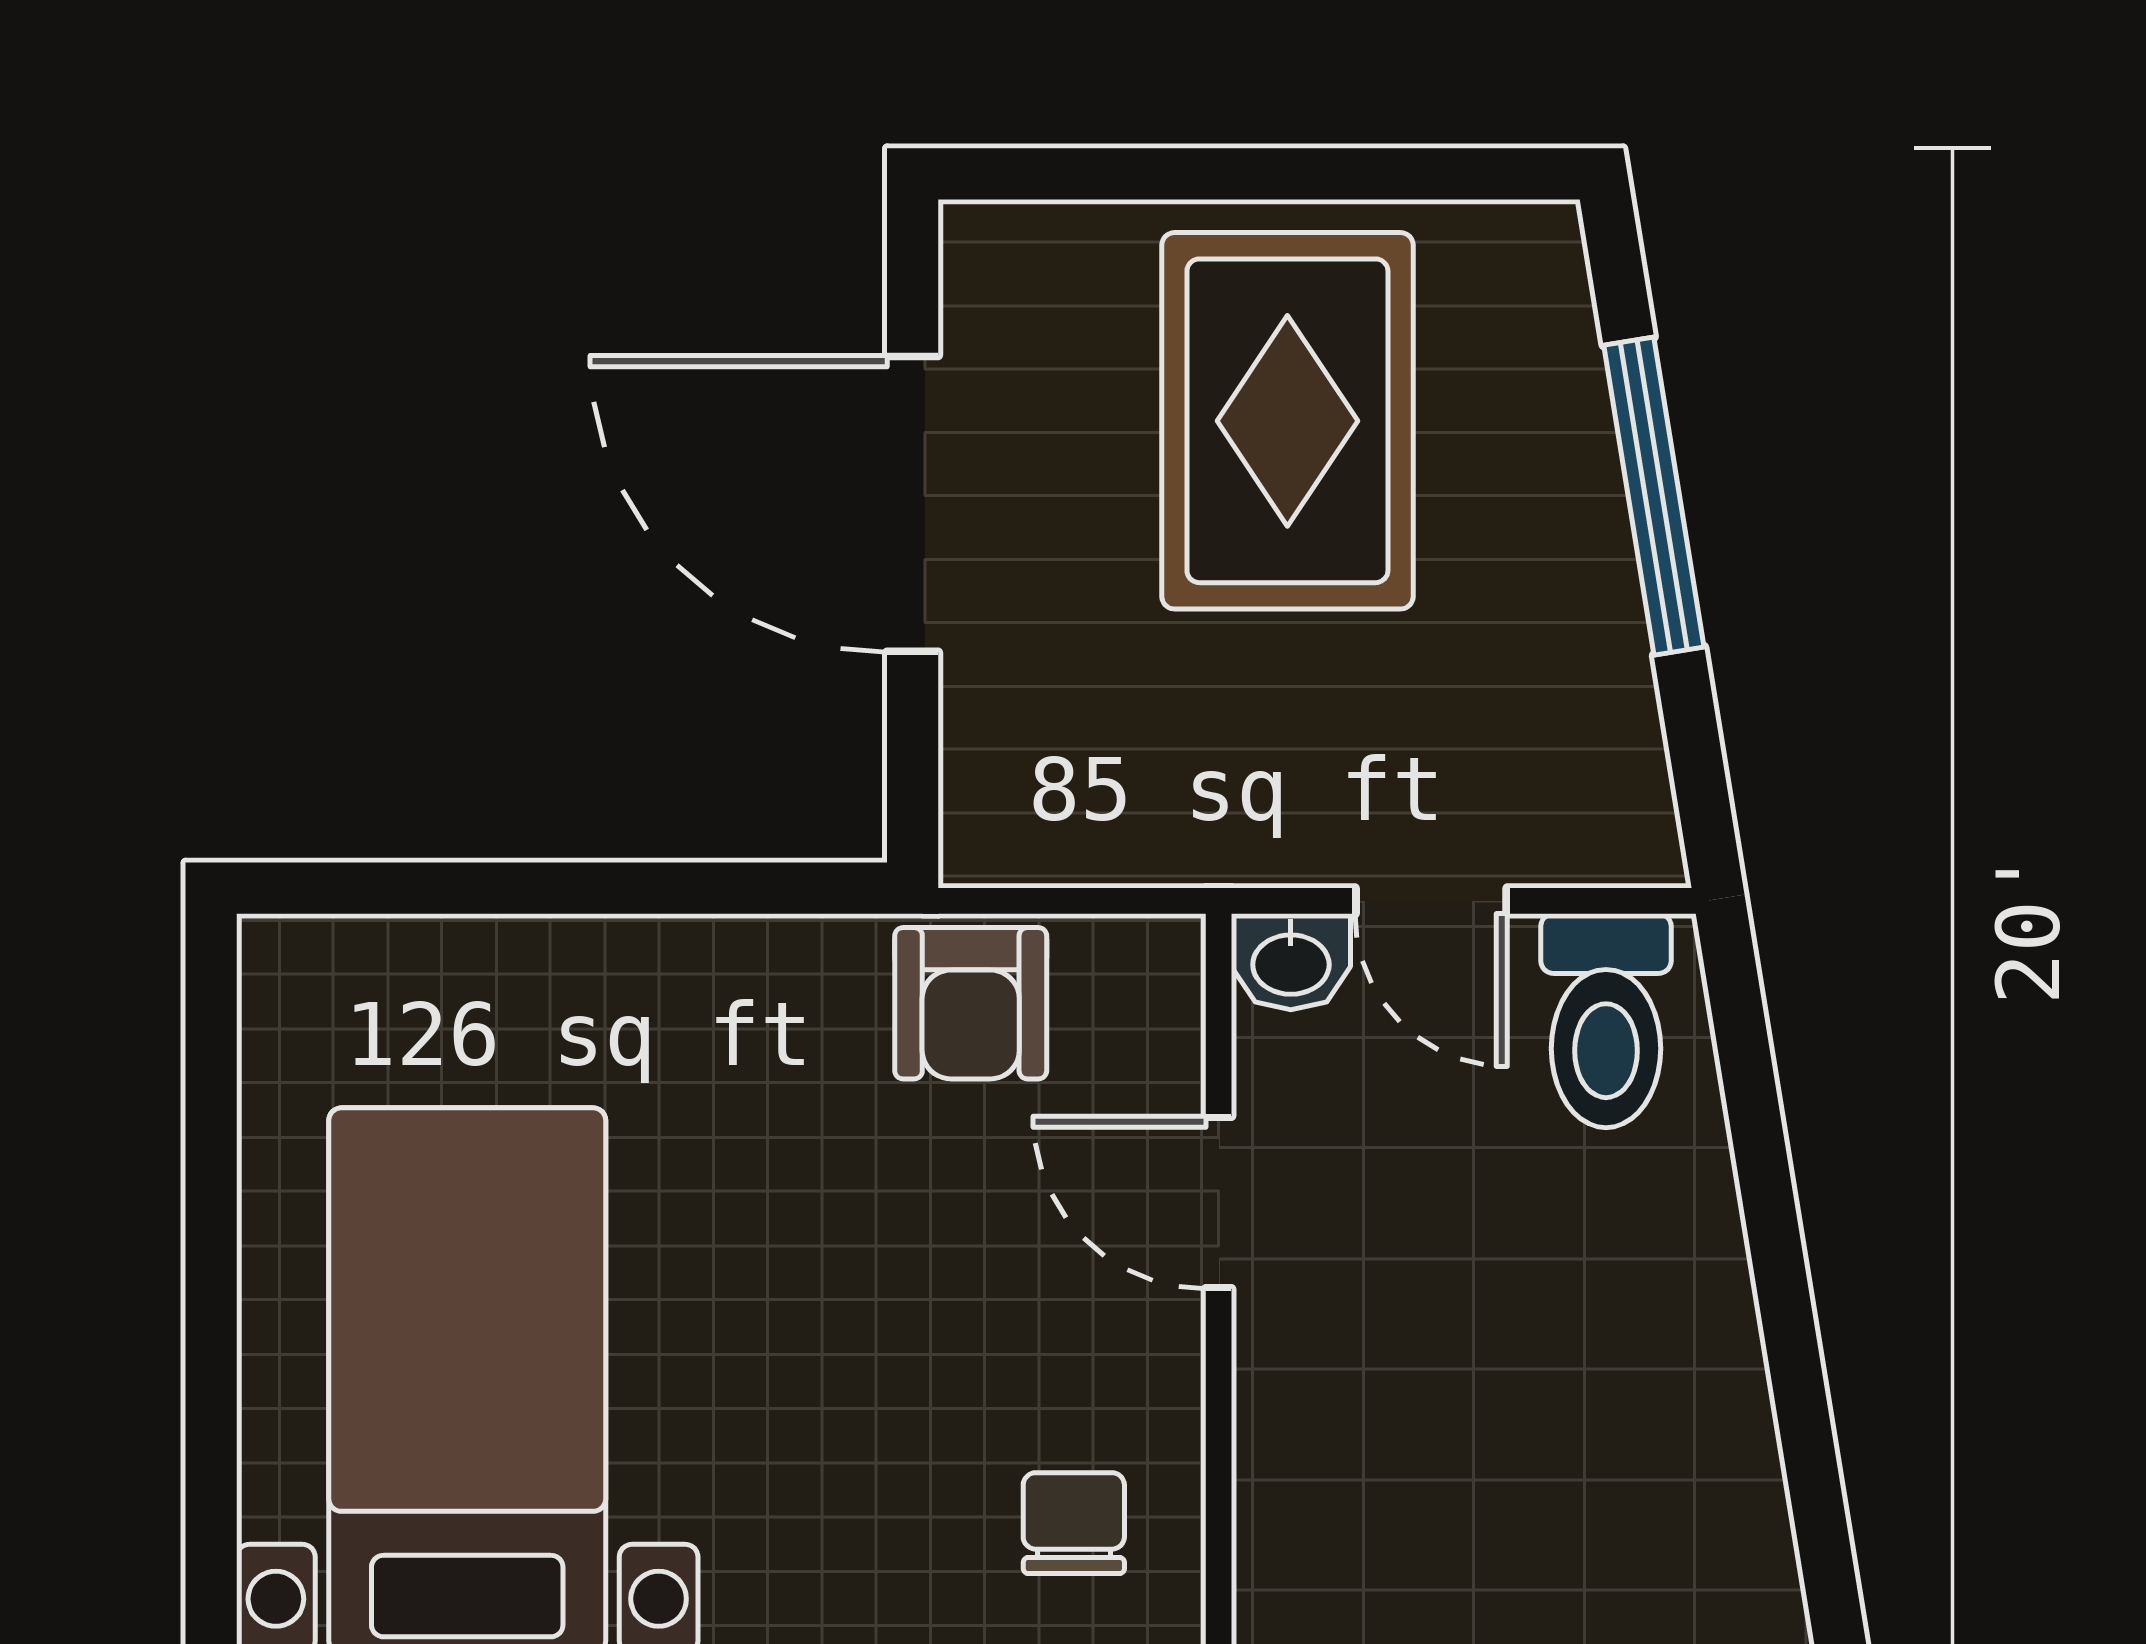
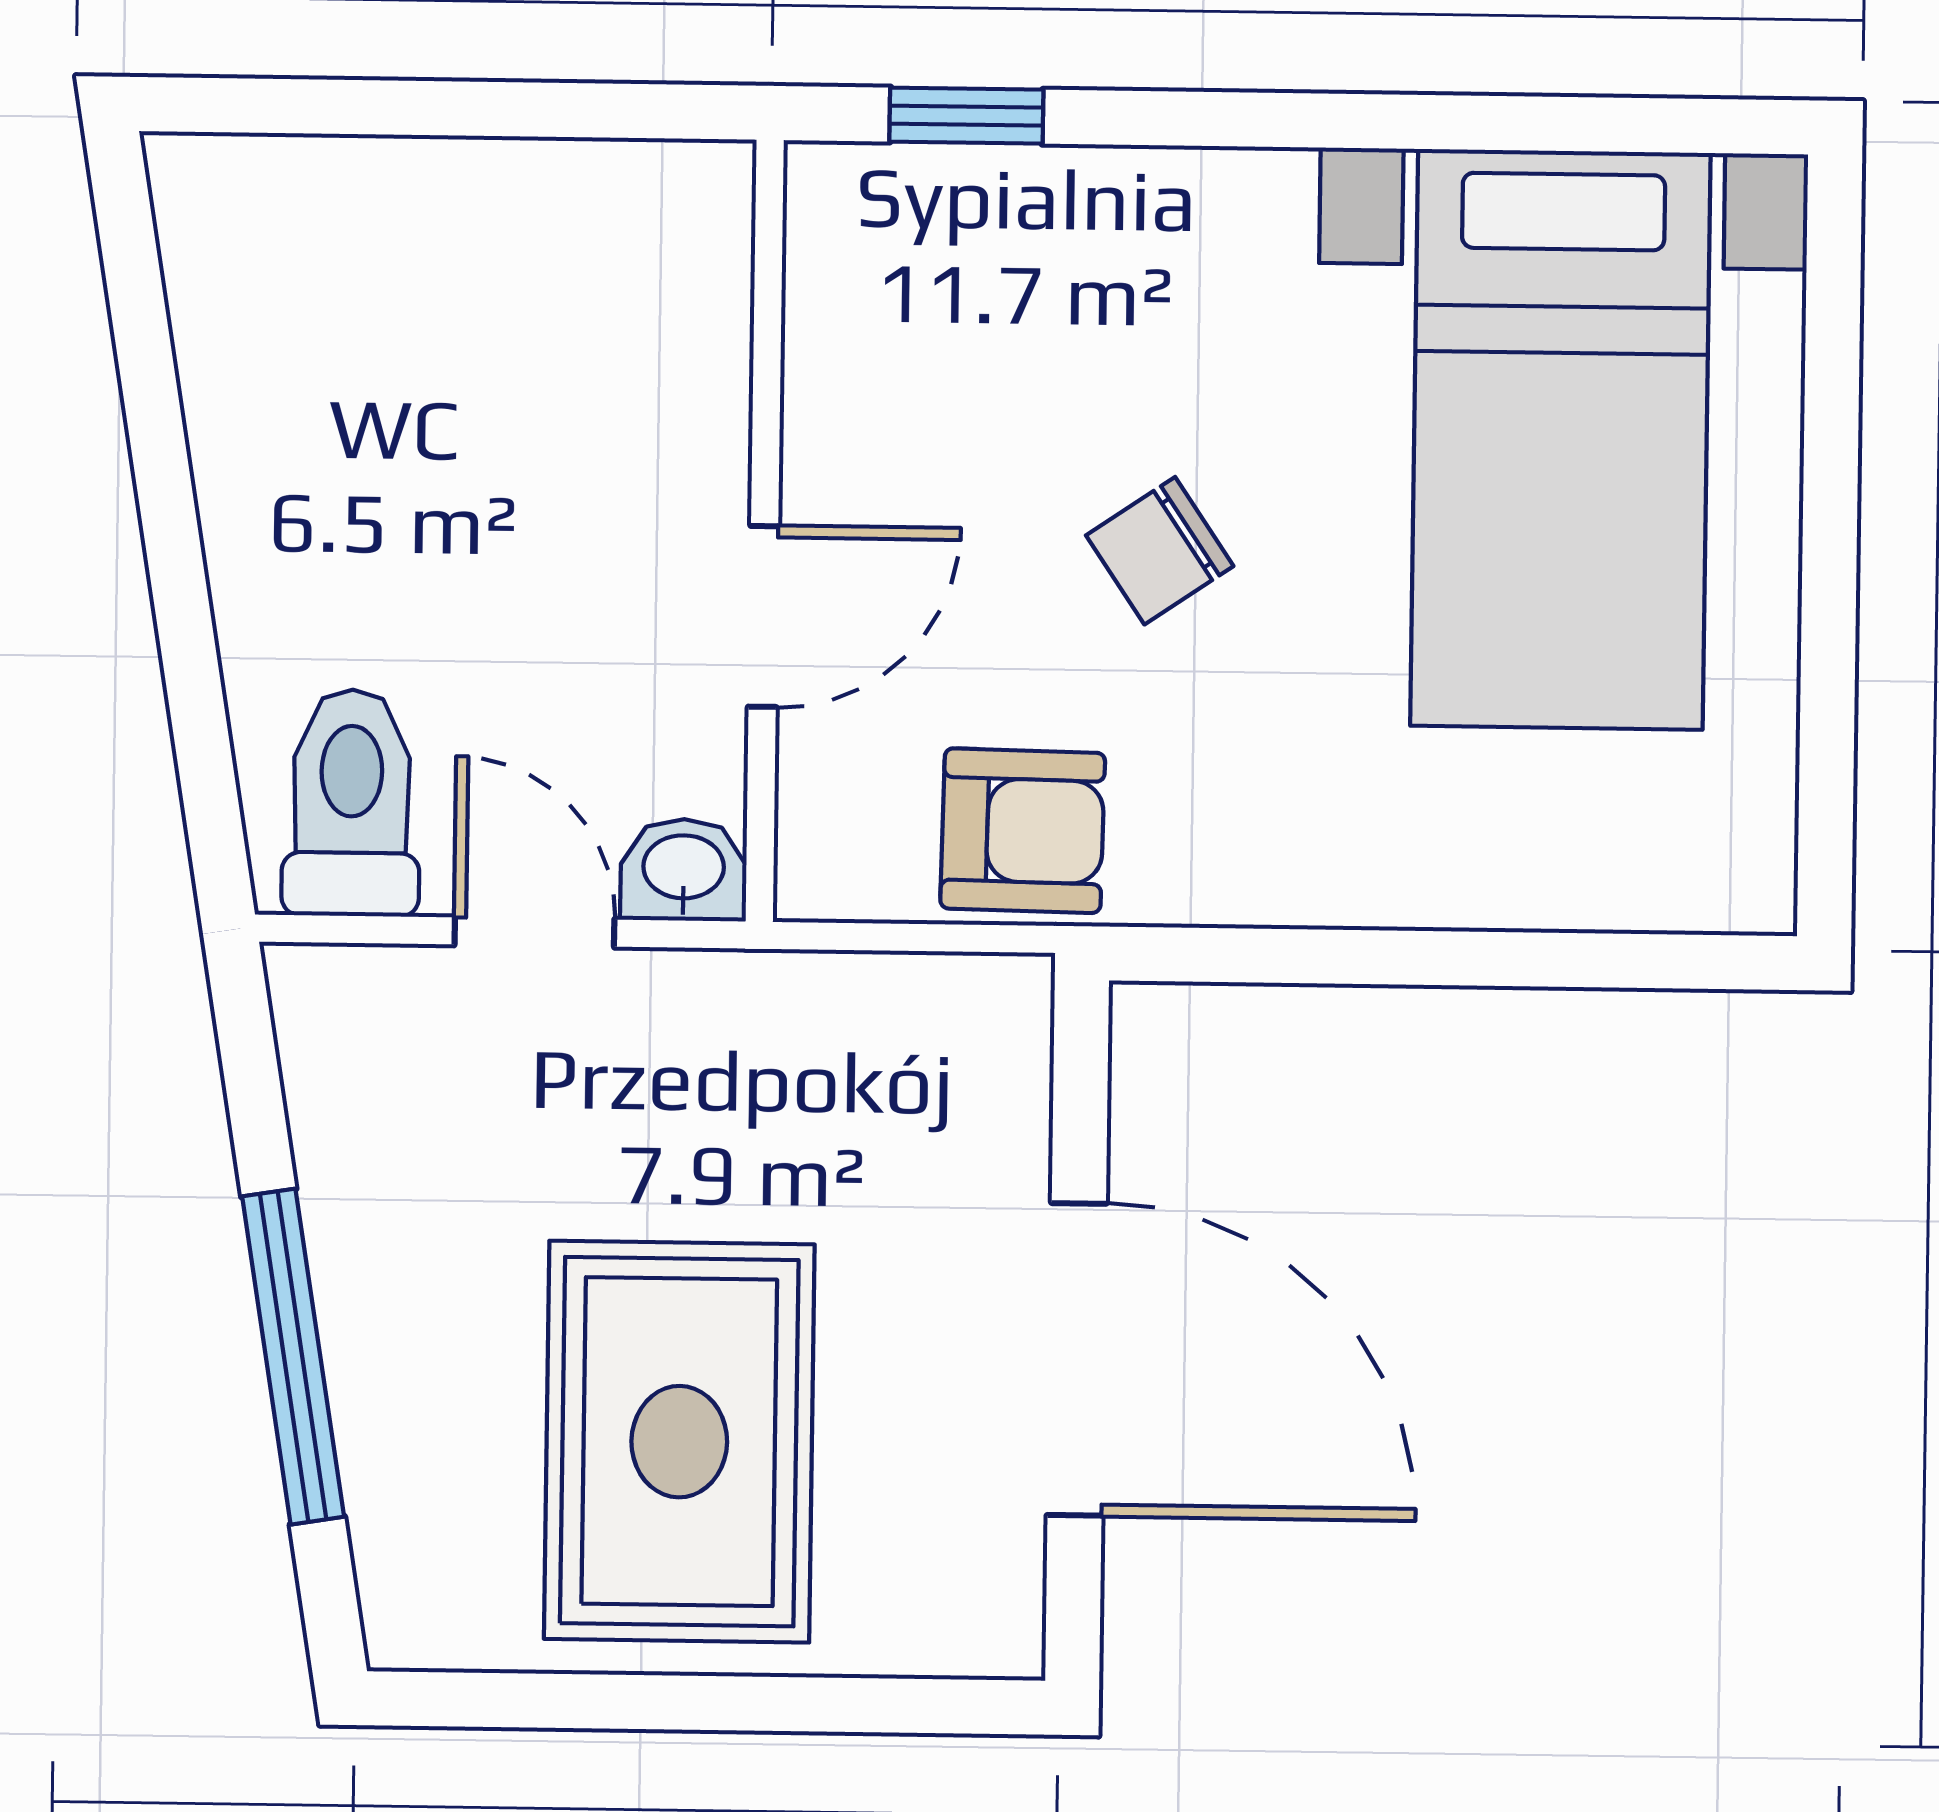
armchair: (971, 1003) -> (1023, 831), turned 91
door: (1219, 1202) -> (763, 616), hinge flipped
chair: (1074, 1523) -> (1160, 551), moved, turned 56

